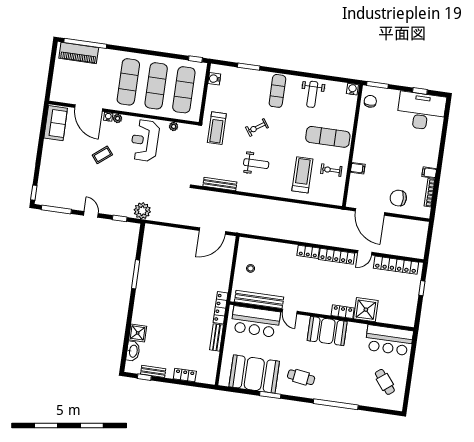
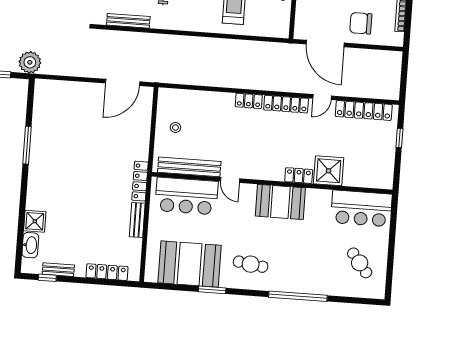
locker: (185, 375) -> (107, 272), width x1.53

